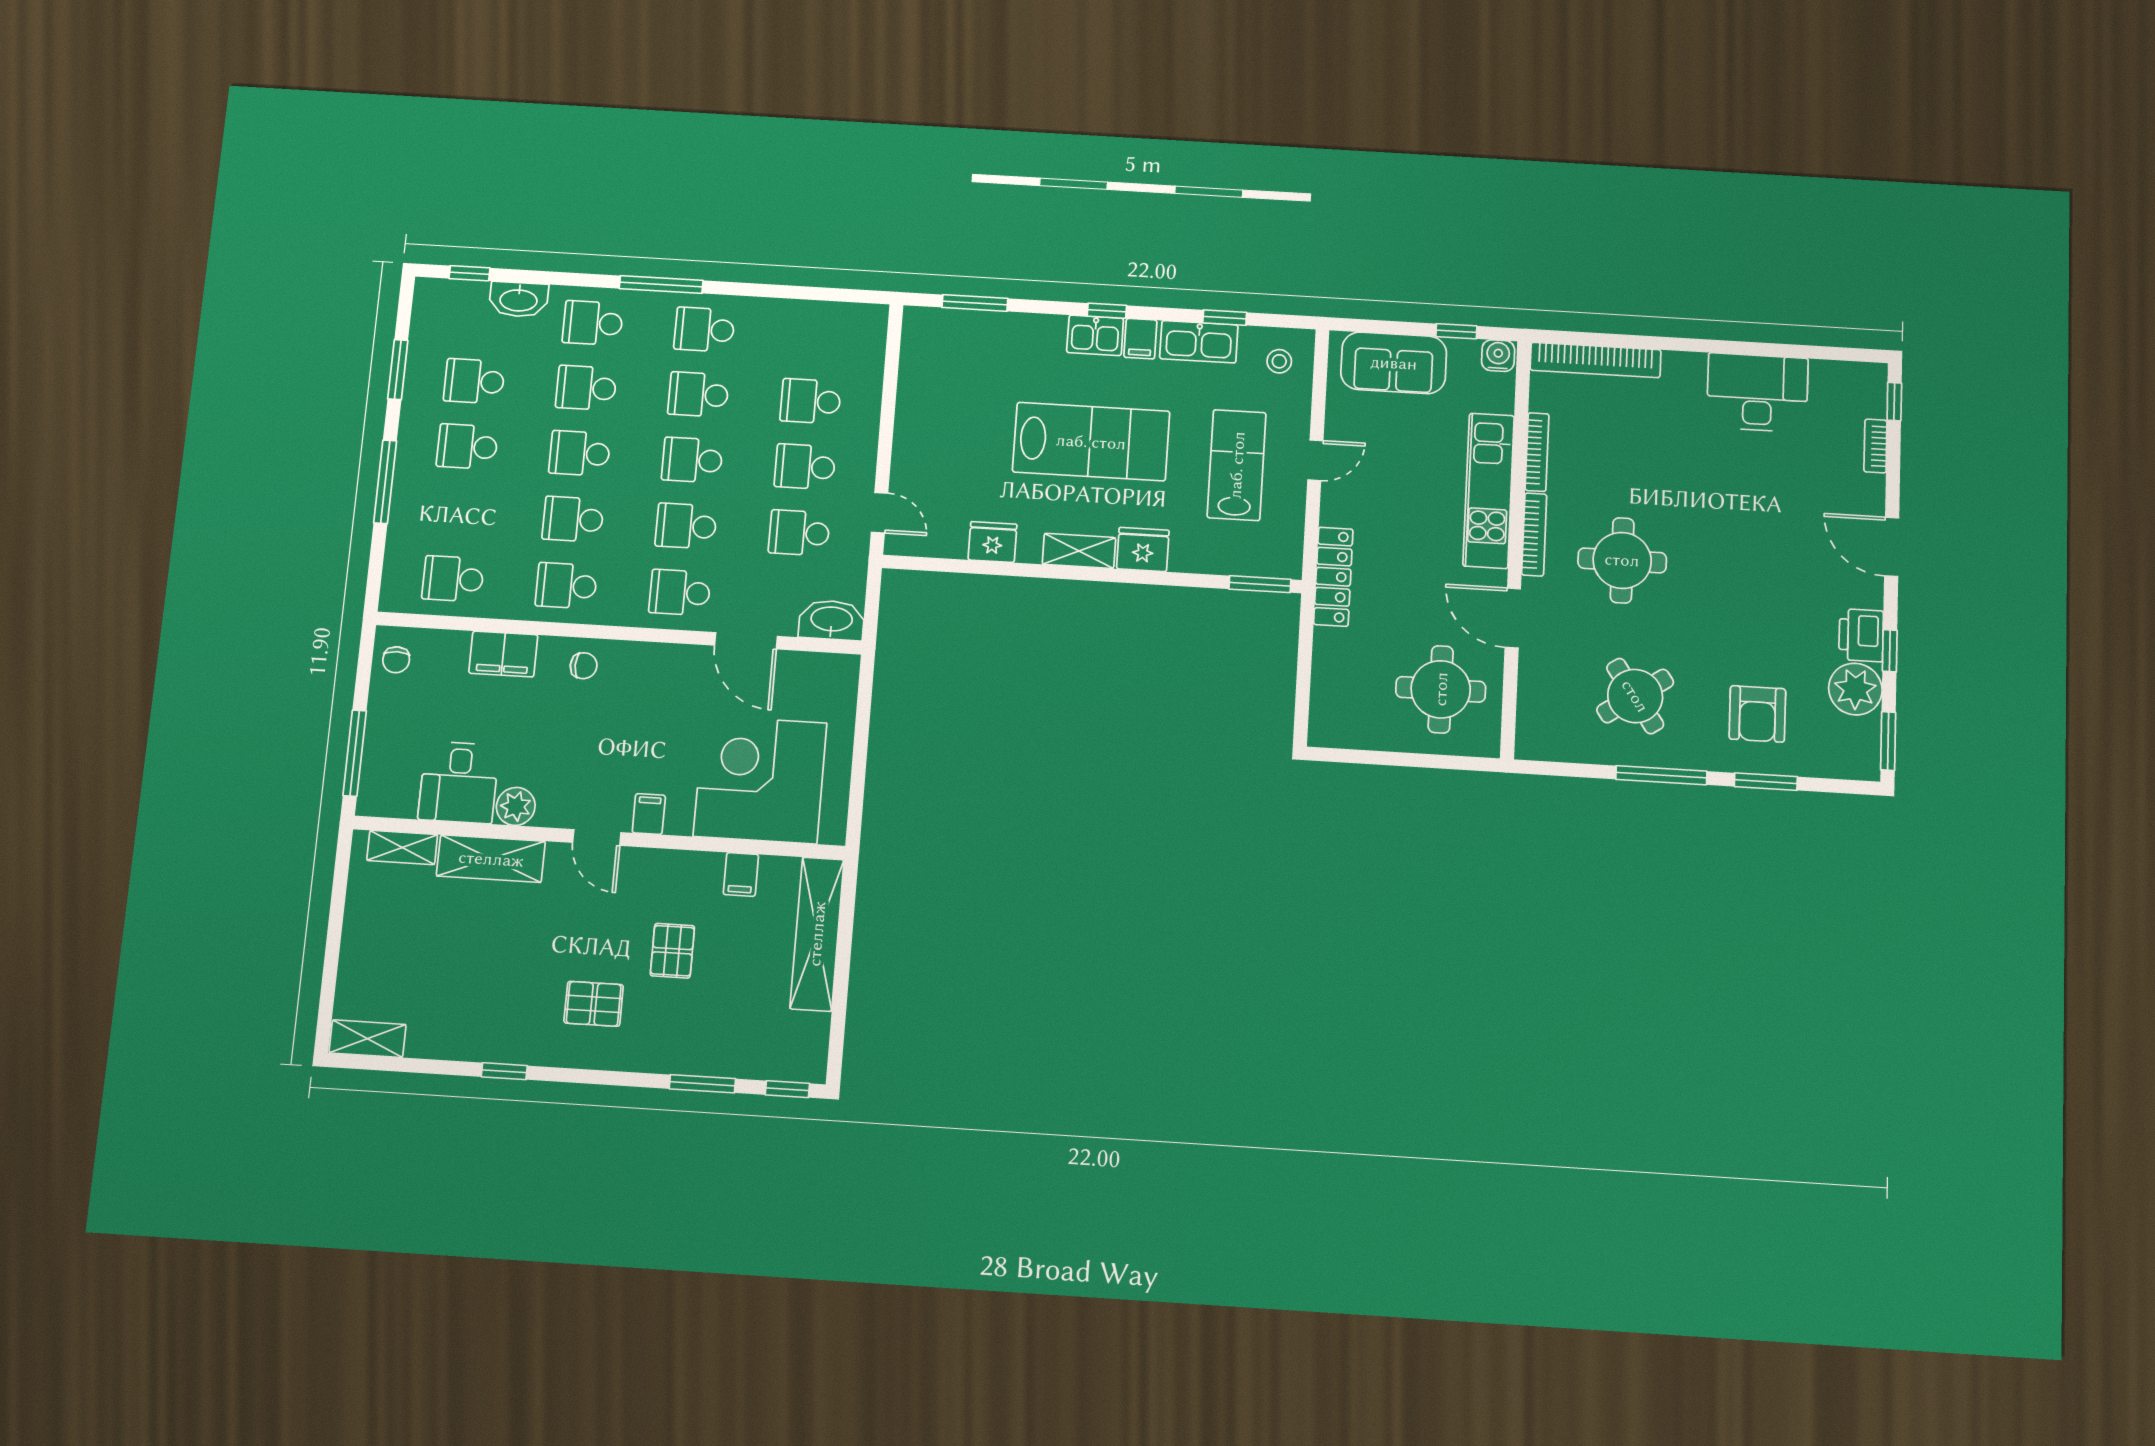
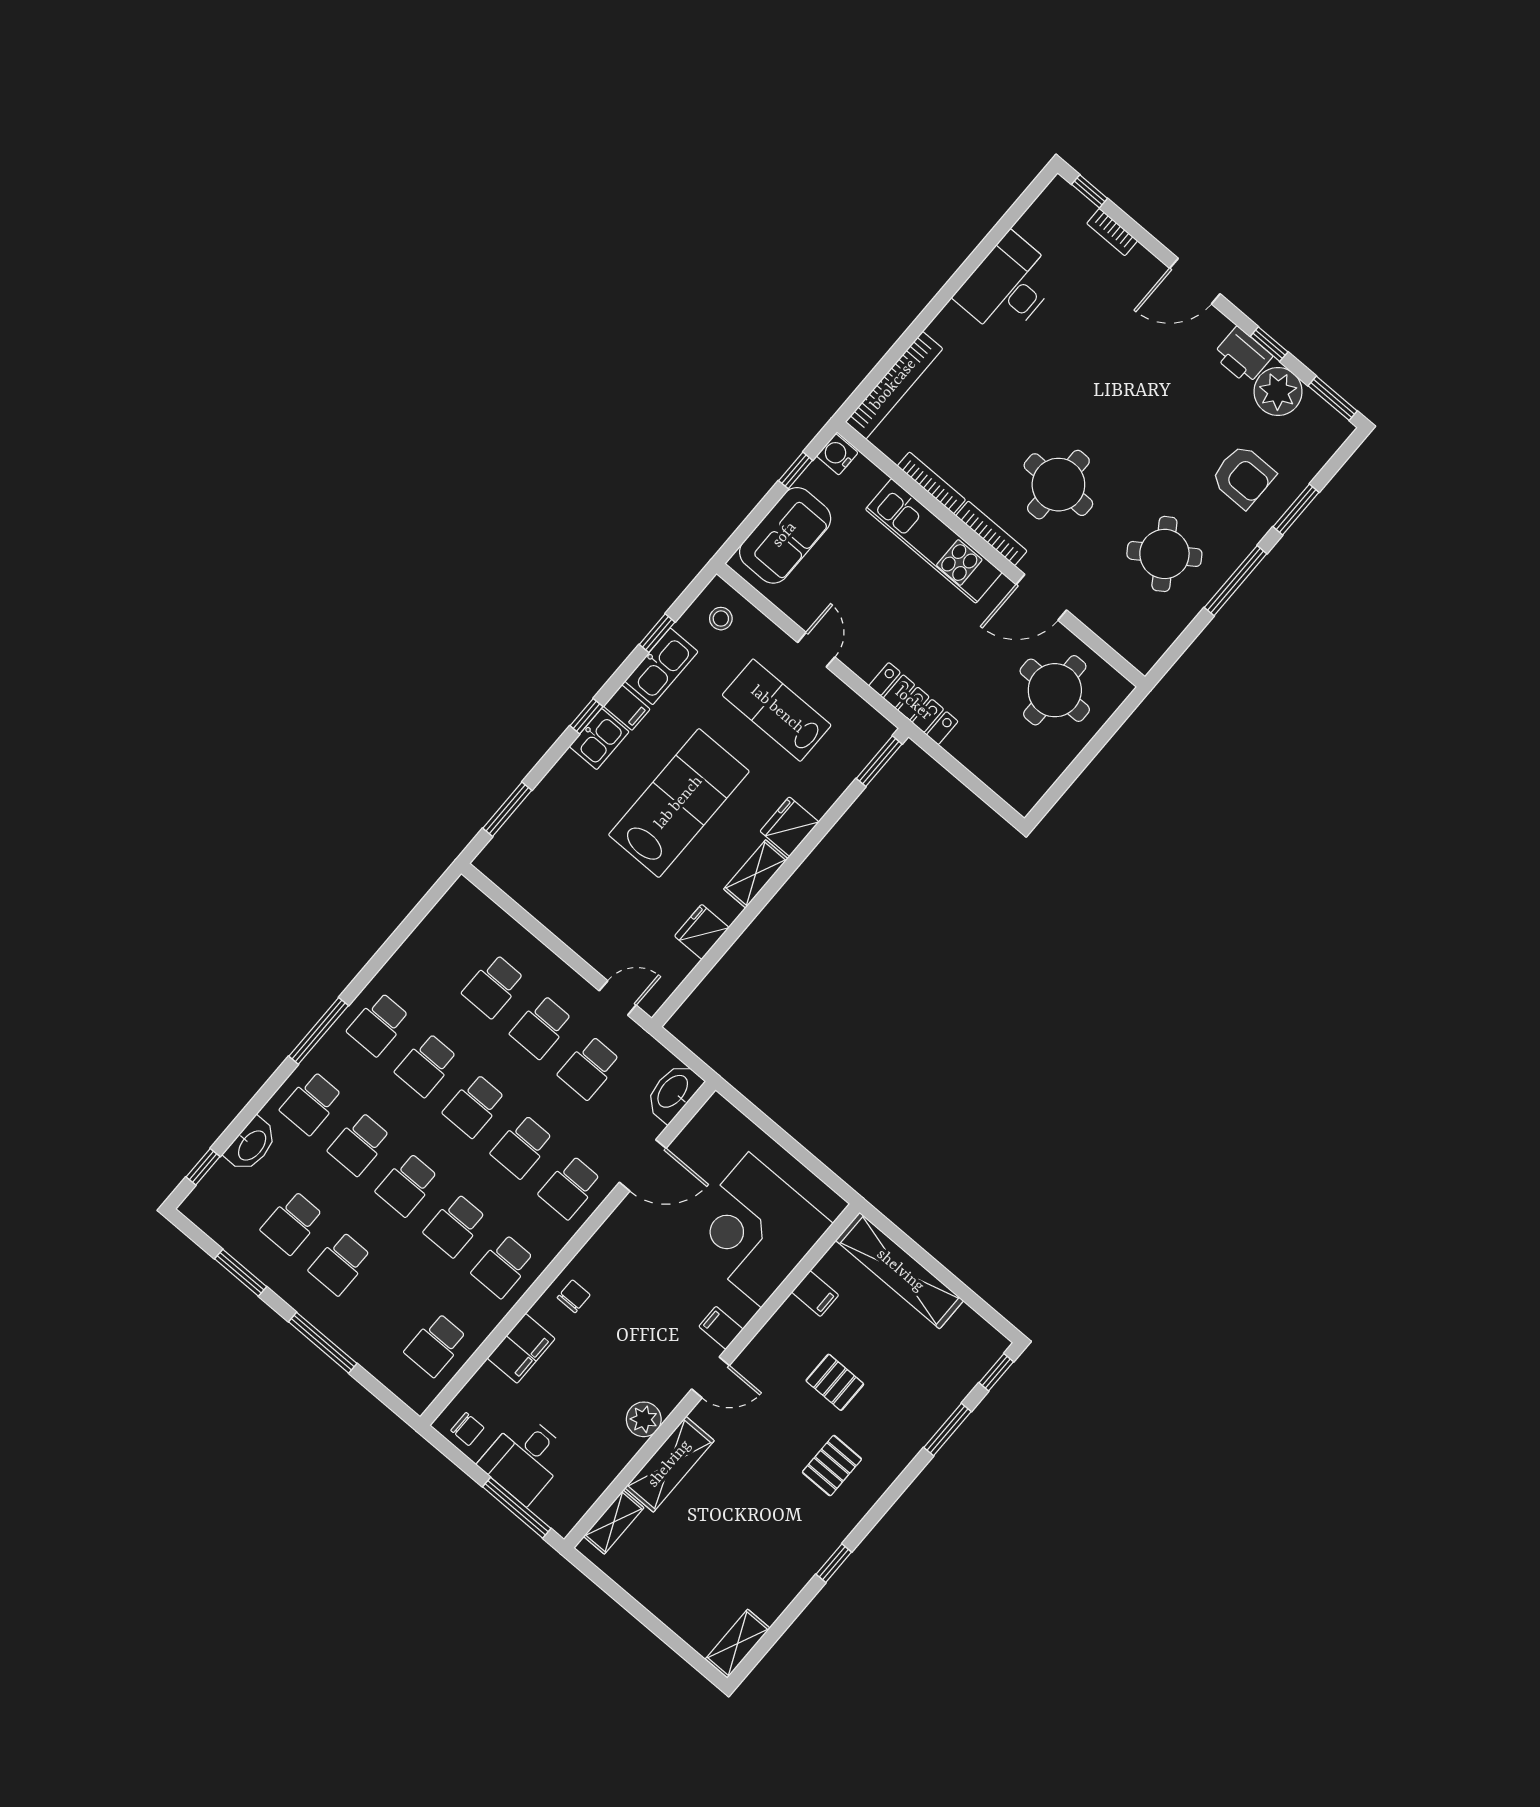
desk: (459, 782) -> (525, 1459), moved, turned 90

